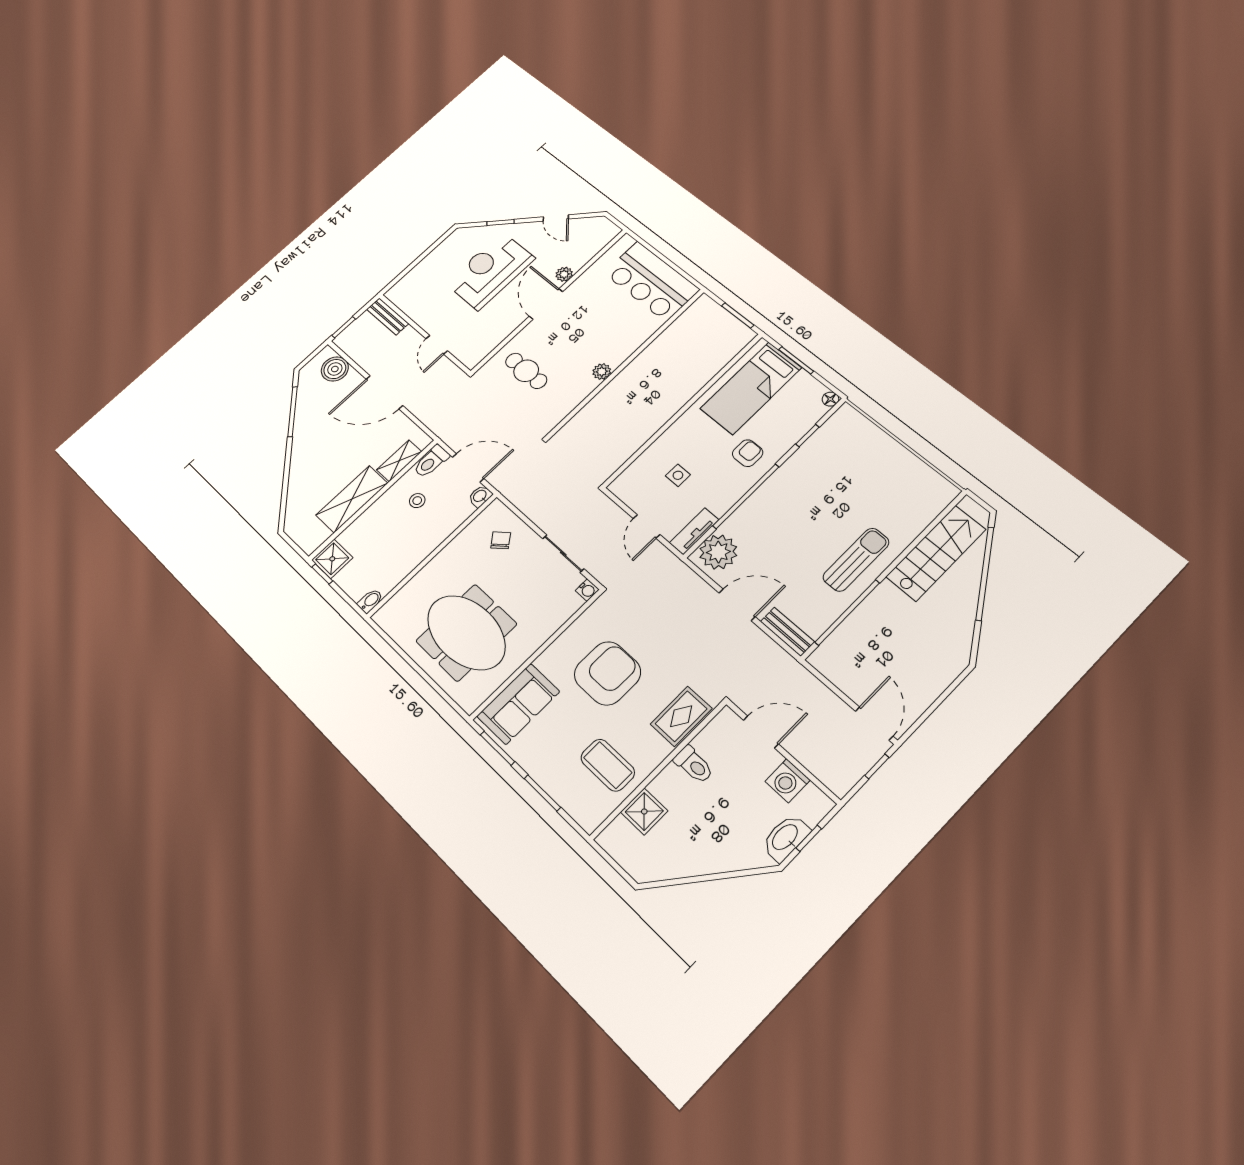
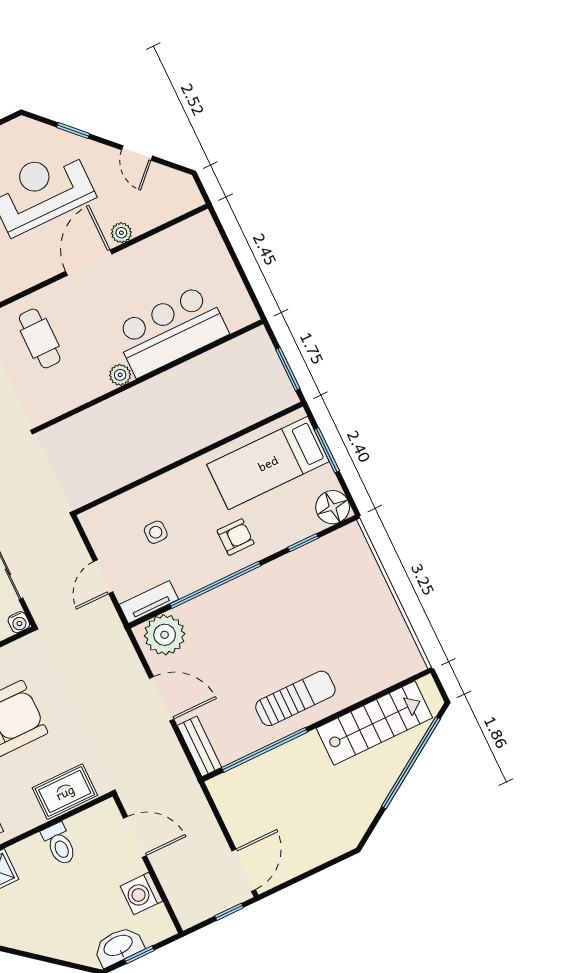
bar counter: (651, 281) -> (171, 331), moved, turned 90
floor lamp: (830, 399) -> (333, 507), width x1.89, depth x1.89

